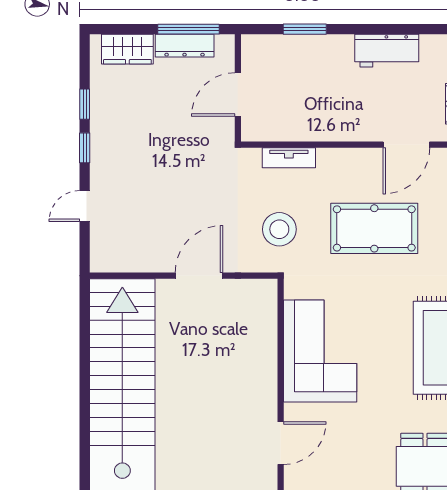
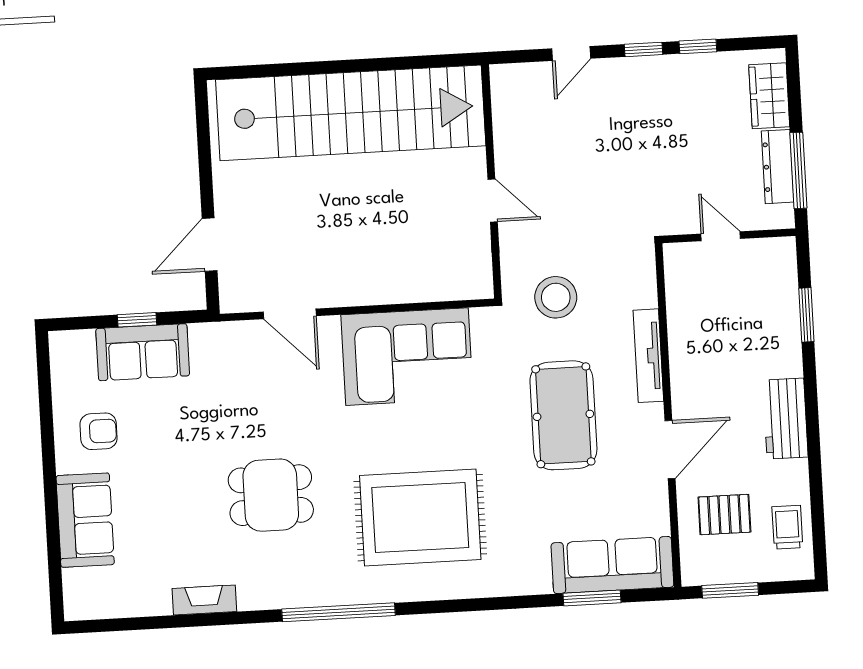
door: (238, 94) -> (721, 236), width x0.73
door: (406, 145) -> (670, 450), swing flipped
tv unit: (289, 158) -> (648, 356), moved, width x1.41
door: (85, 206) -> (571, 54), swing flipped
door: (199, 276) -> (493, 200), width x0.73

